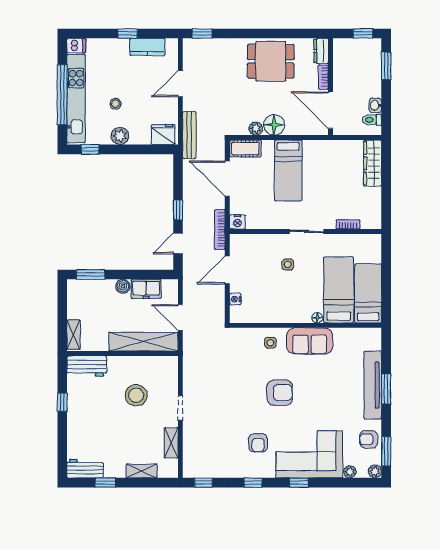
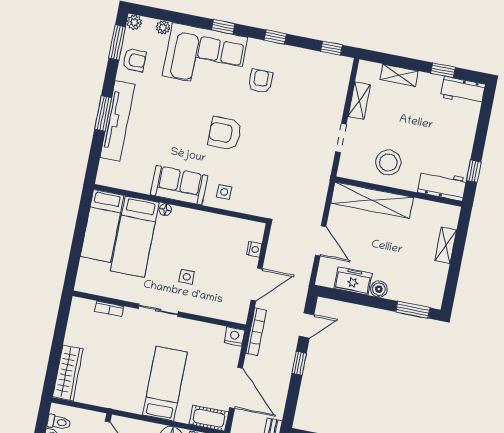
shelving: (143, 342) -> (372, 200), moved
wall: (122, 354) -> (399, 192), moved
workbench: (87, 366) -> (442, 185), moved

